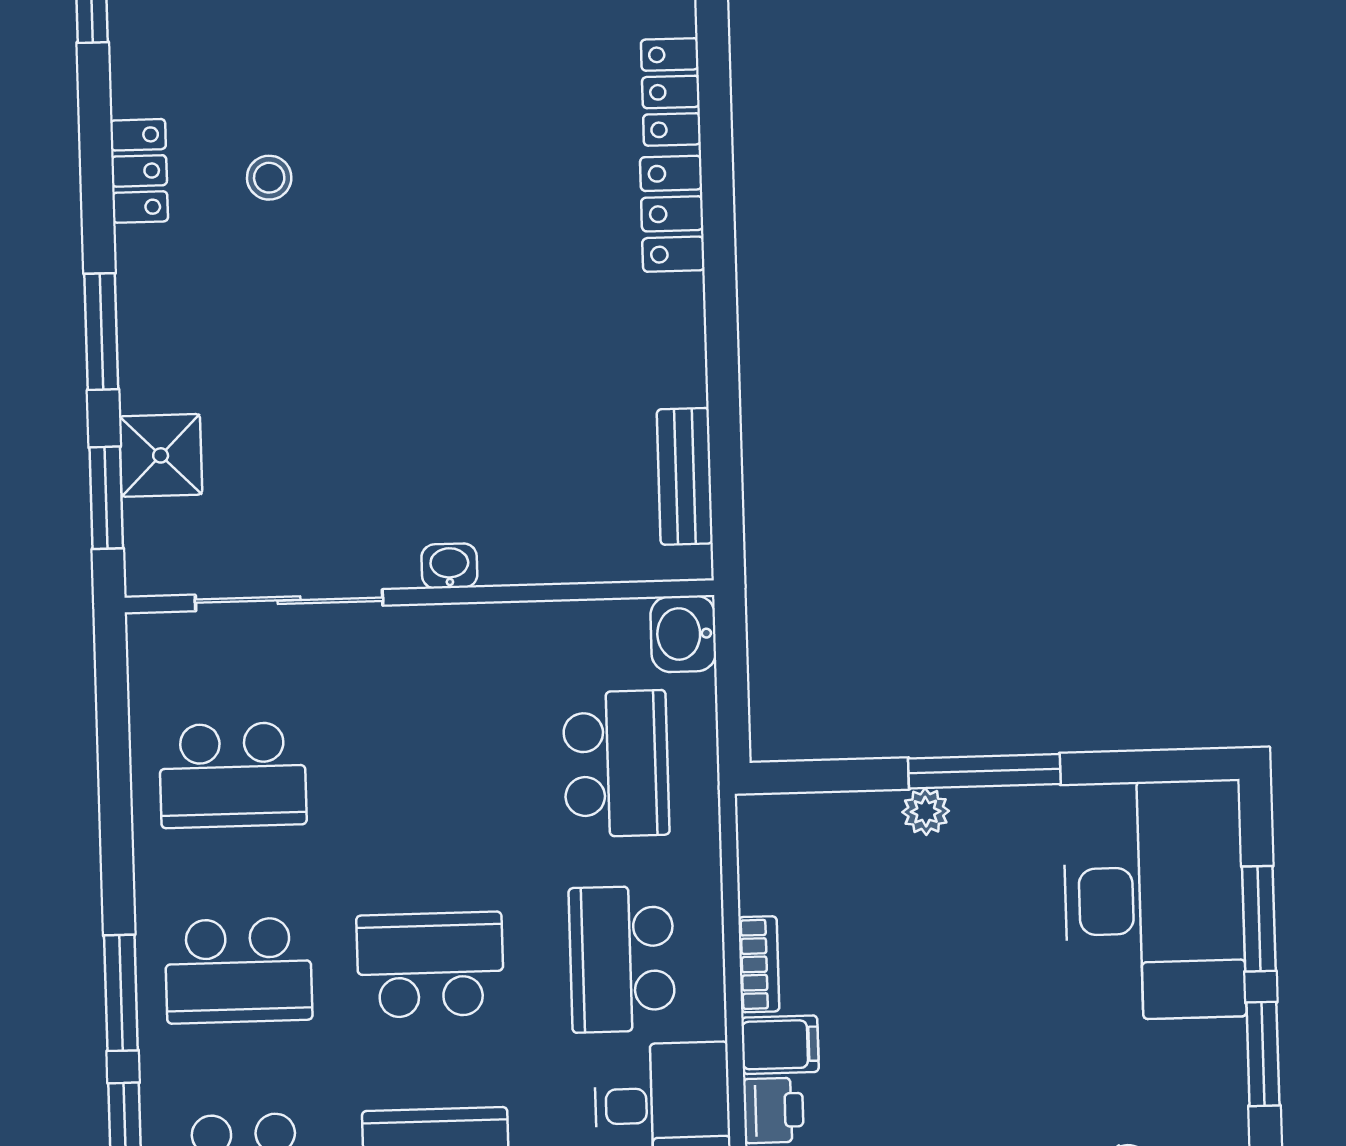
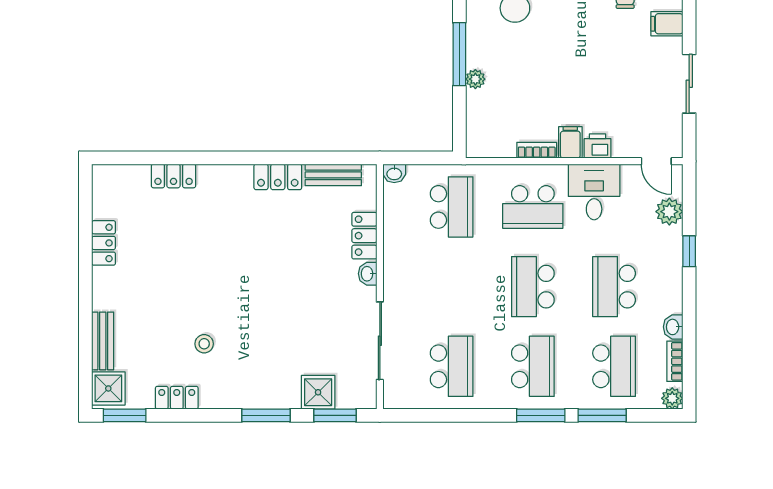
locker: (139, 171) -> (177, 398), moved
locker: (672, 214) -> (278, 177), moved
locker: (541, 555) -> (364, 236), added
washbasin: (683, 634) -> (394, 173), width x0.72, depth x0.69
school desk: (616, 764) -> (452, 207), turned 90

